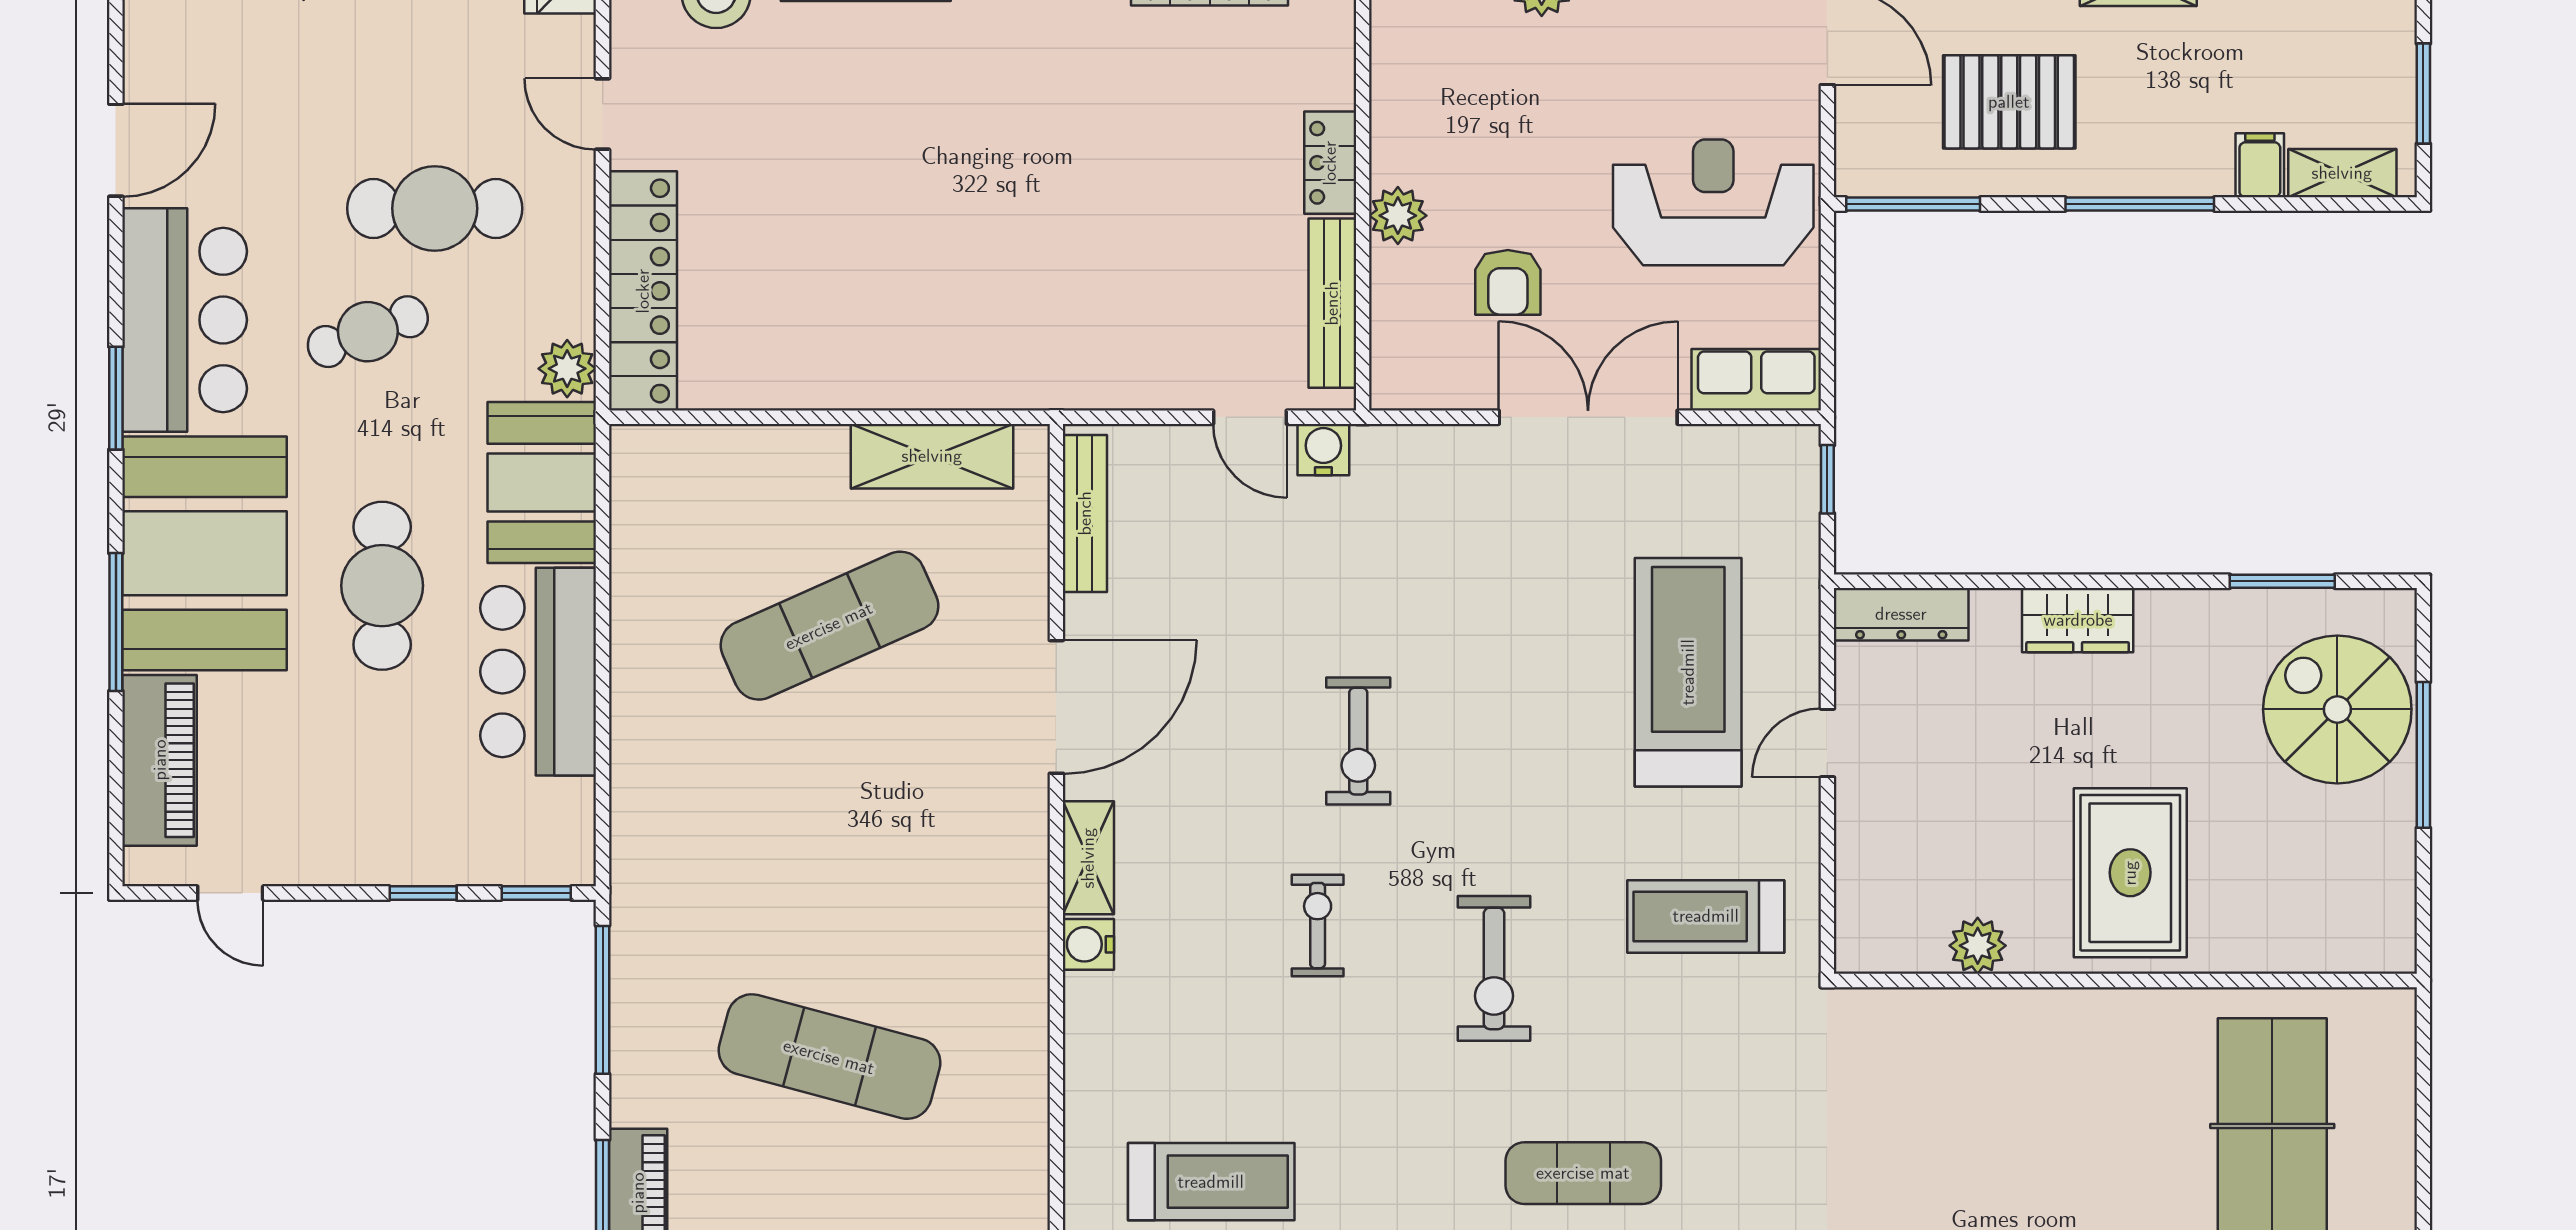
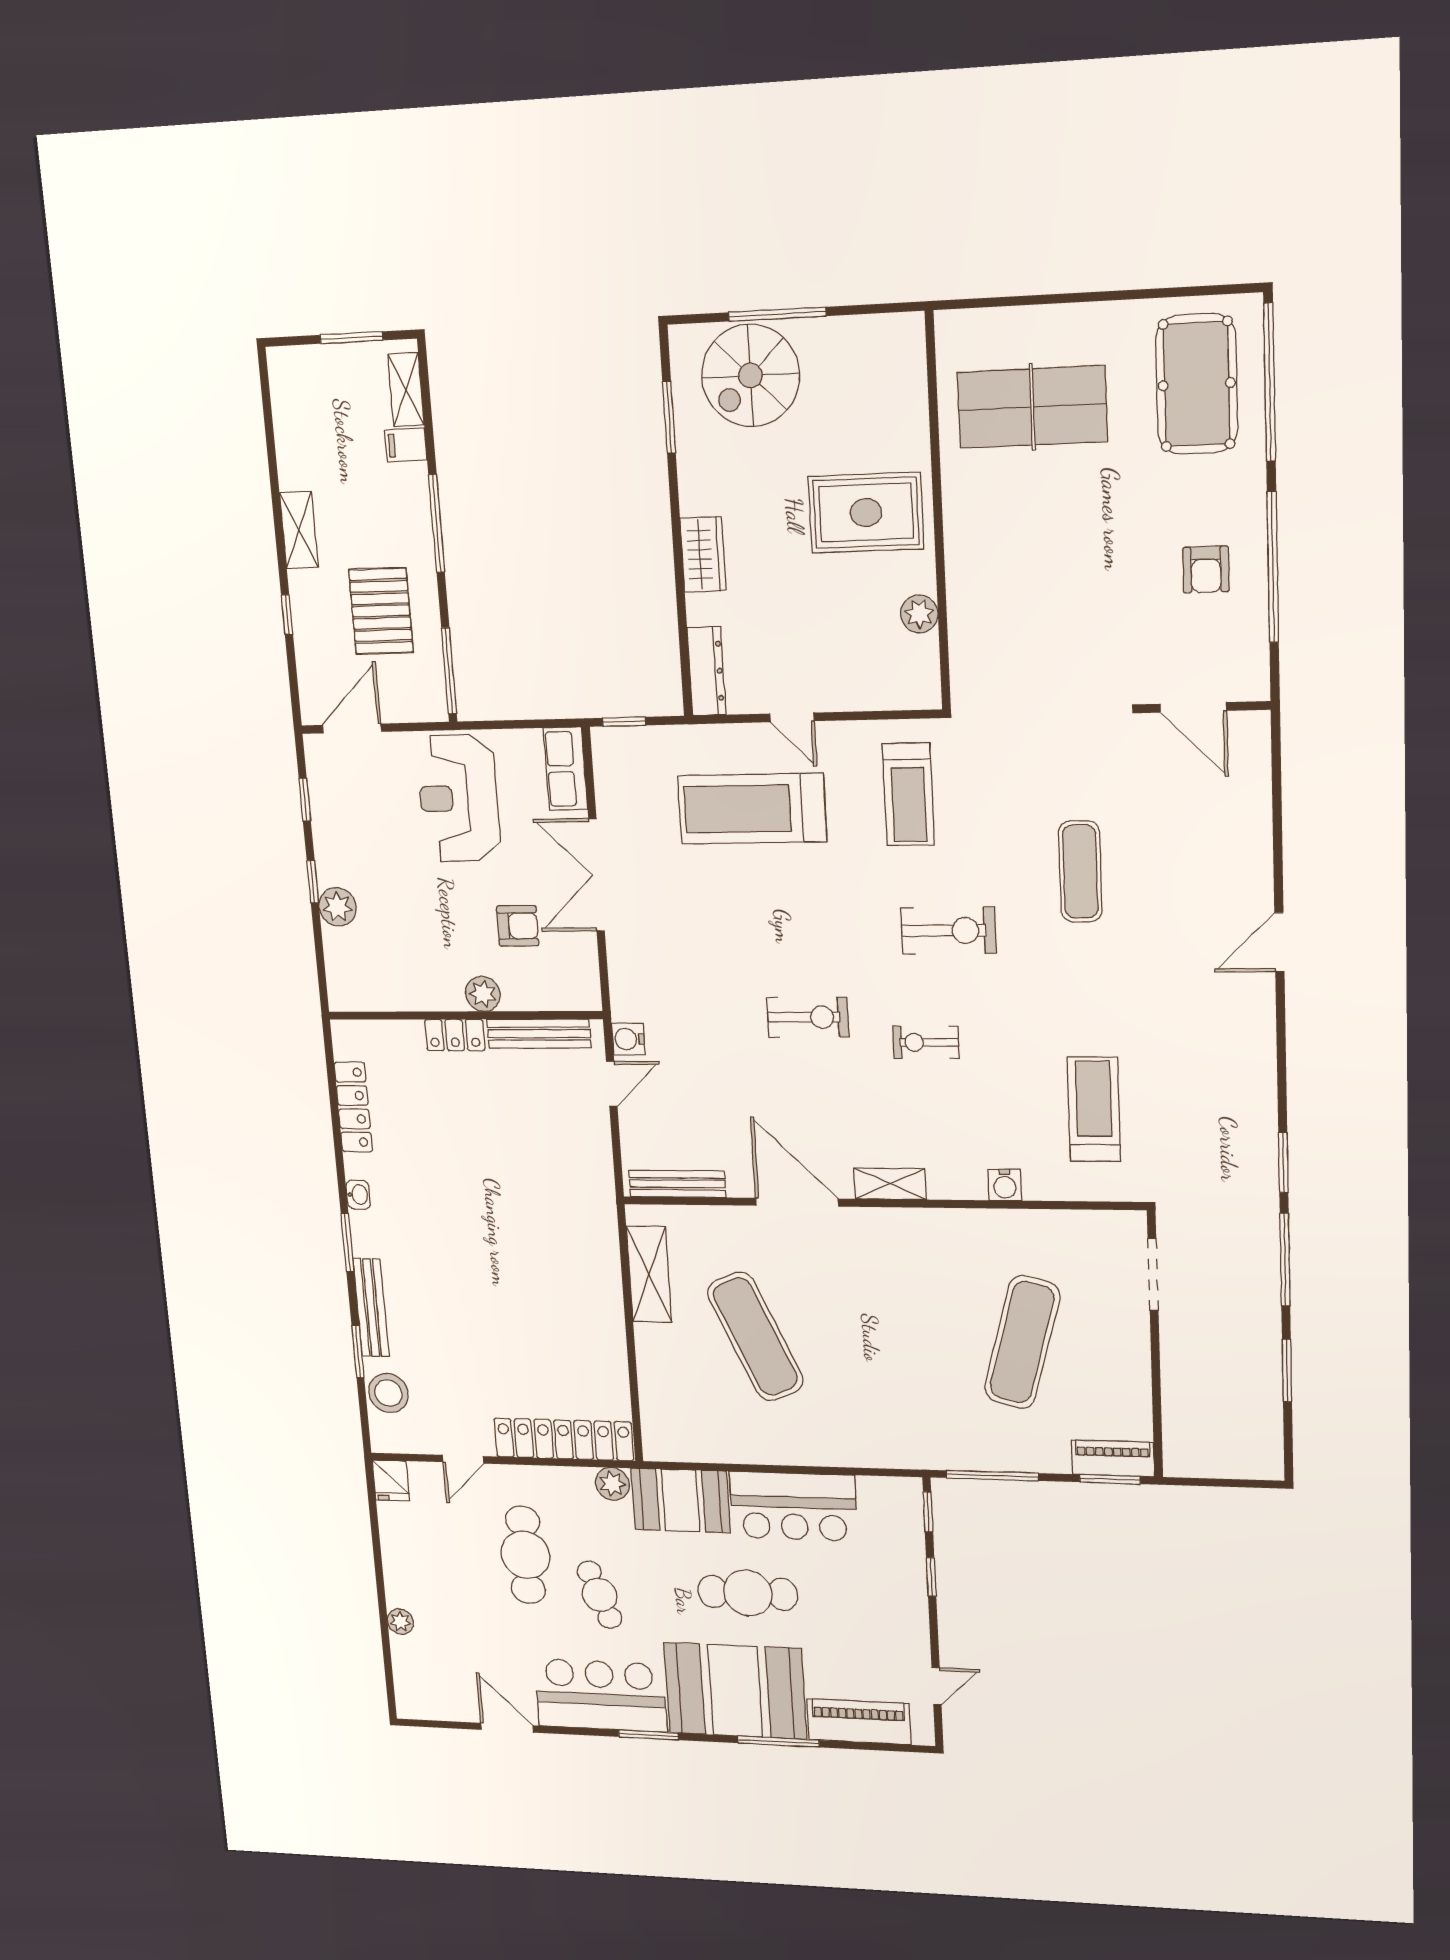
water cooler: (1088, 944) -> (1005, 1185), moved

